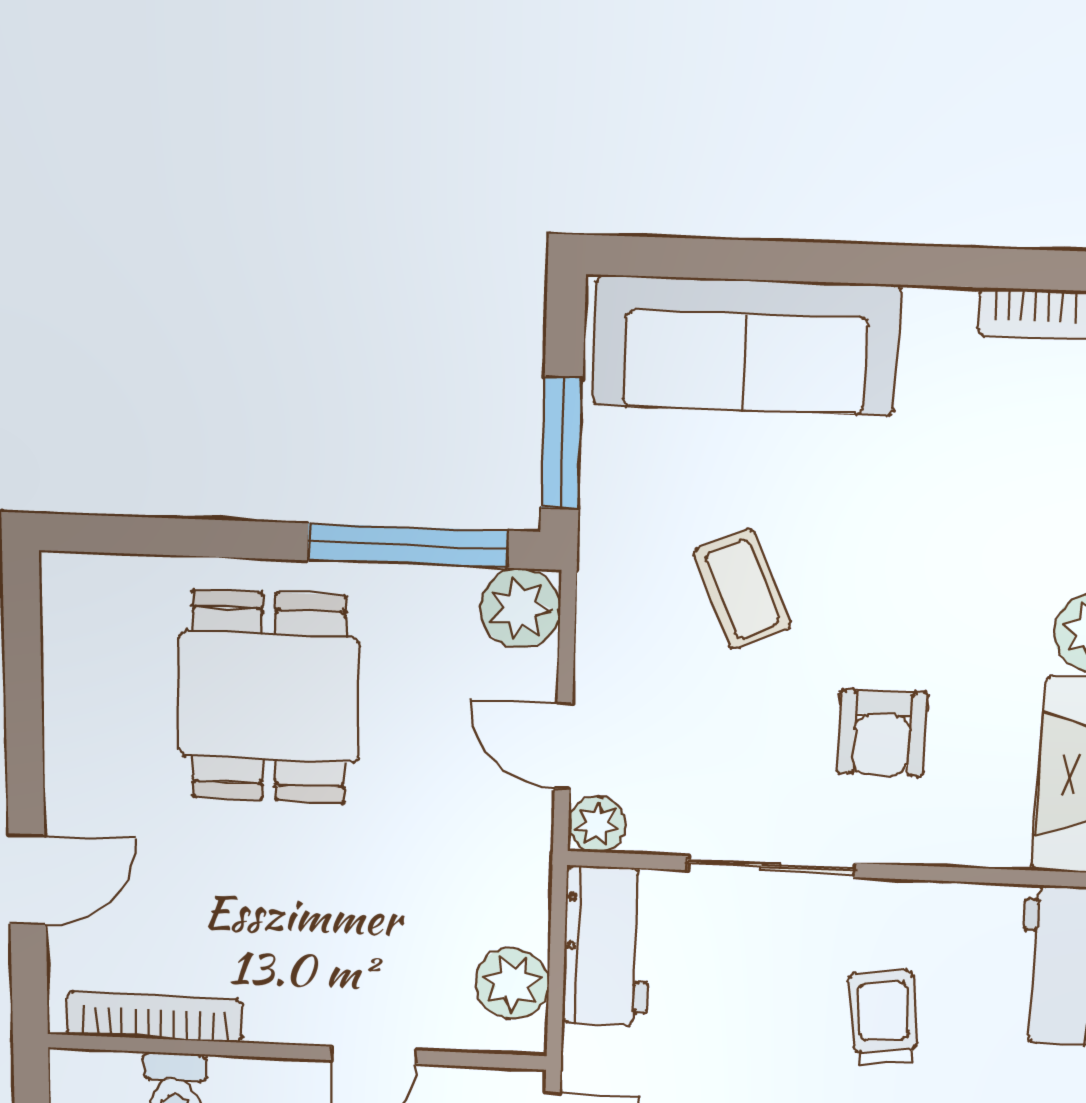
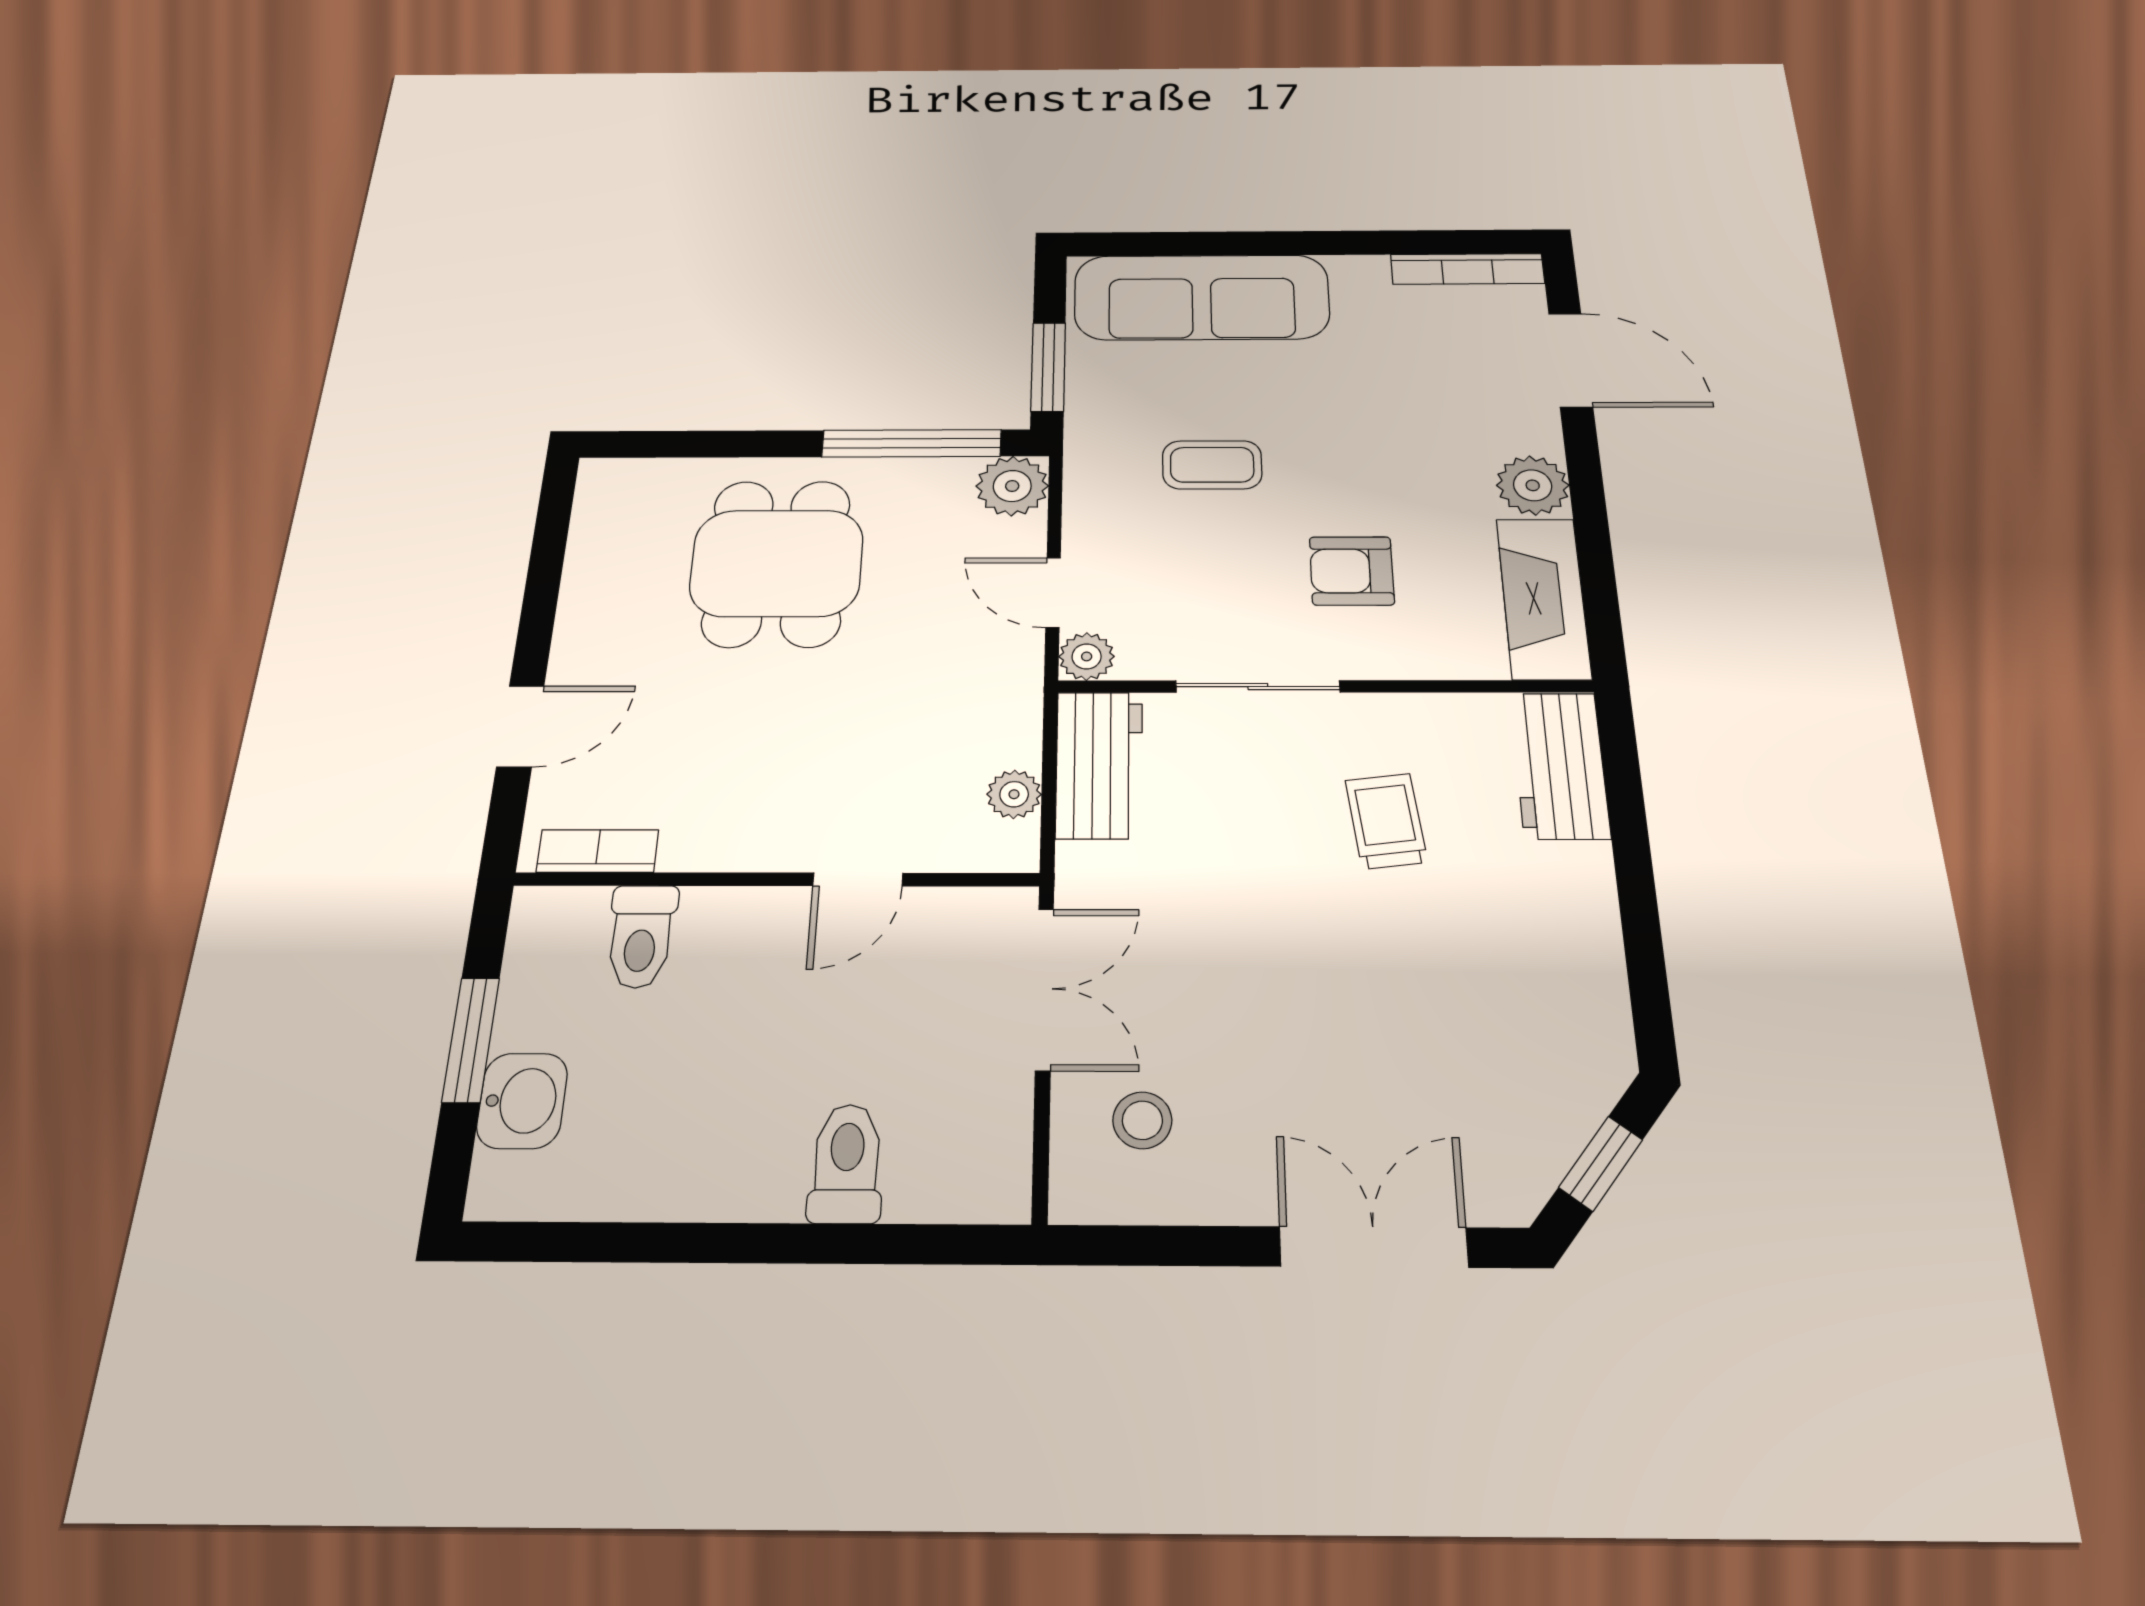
coffee table: (742, 589) -> (1212, 465), turned -66
armchair: (882, 733) -> (1352, 571), turned 90
plant: (512, 983) -> (1014, 794), width x0.73, depth x0.73
bookcase: (154, 1017) -> (597, 851), width x0.64

